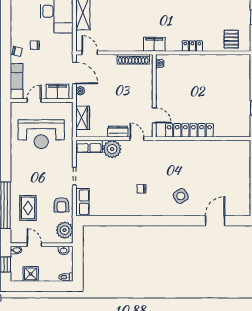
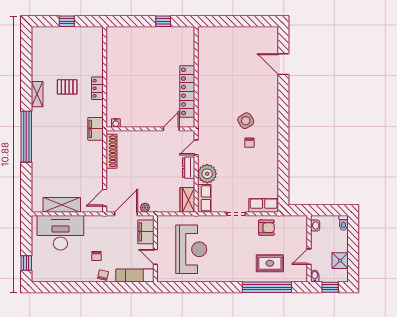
pallet: (231, 39) -> (67, 87), moved
wardrobe: (83, 118) -> (187, 200), moved, turned -90
side table: (181, 196) -> (246, 121), moved
plant: (65, 230) -> (293, 224), removed

